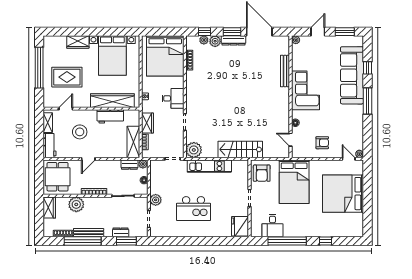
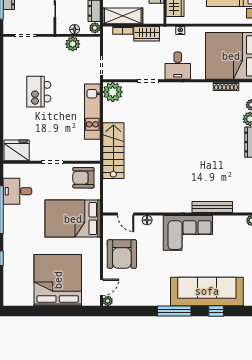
door: (291, 140) -> (126, 214), swing flipped
armchair: (322, 143) -> (122, 254), width x1.88, depth x1.88
plant: (156, 200) -> (73, 44), moved
kitchen island: (194, 209) -> (39, 92), width x0.73, depth x0.78

